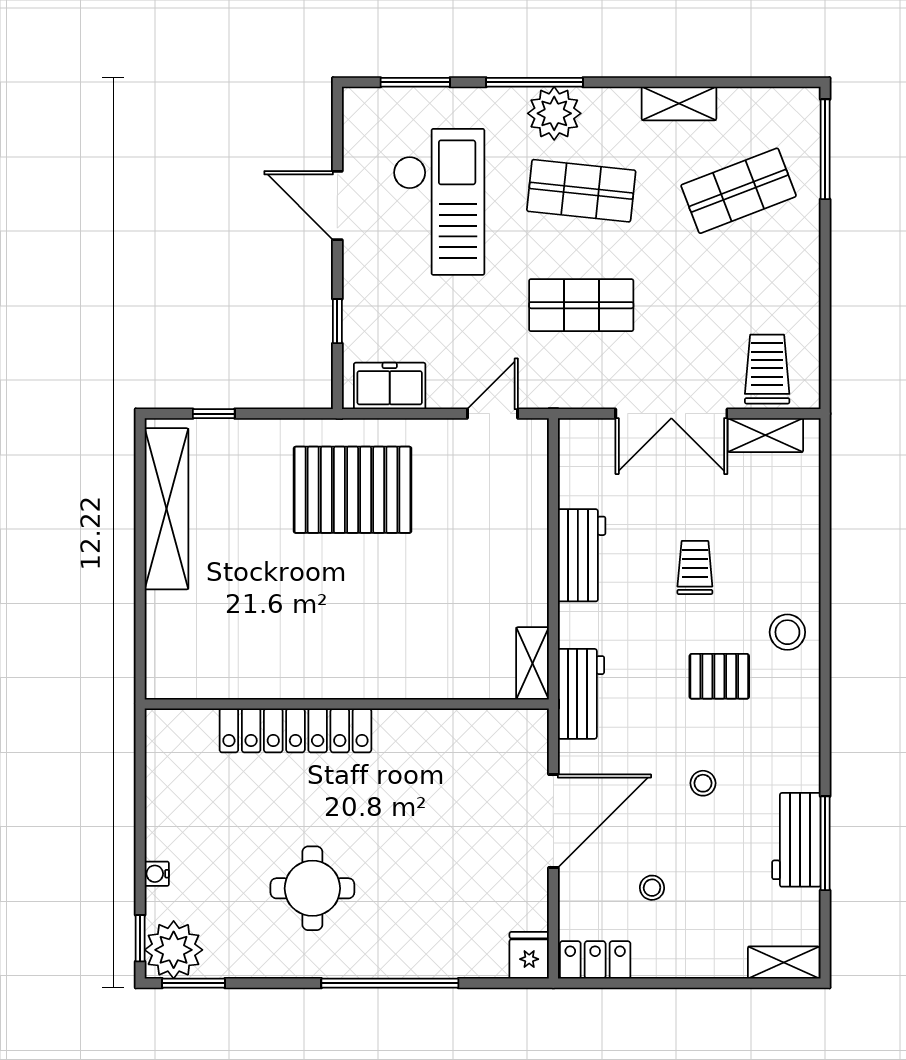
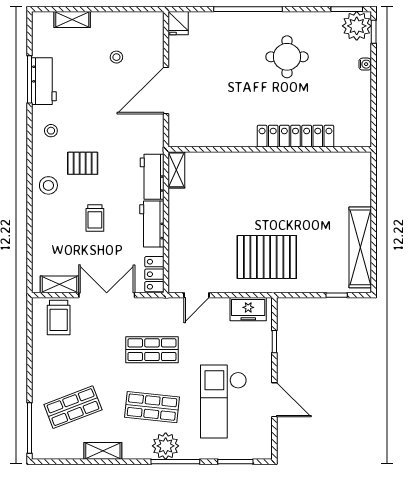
workbench: (581, 694) -> (152, 177), moved
stool: (703, 783) -> (51, 131), moved
locker: (595, 960) -> (154, 274), moved, turned 90
shelving: (784, 963) -> (72, 19), moved

